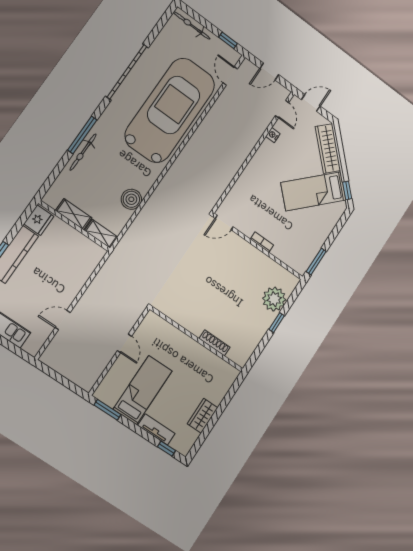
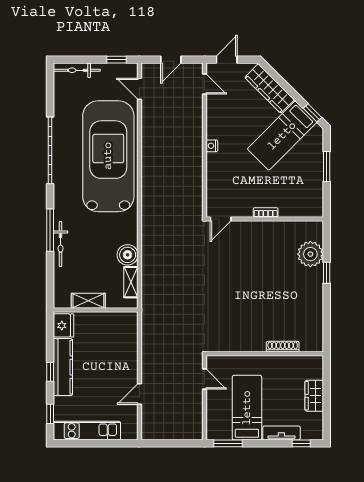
nightstand: (273, 135) -> (212, 146), moved
shelving: (101, 234) -> (131, 282), moved, turned 90
window: (316, 261) -> (327, 167), moved
wall: (197, 339) -> (265, 354), moved
shoe rack: (215, 343) -> (283, 347), moved

